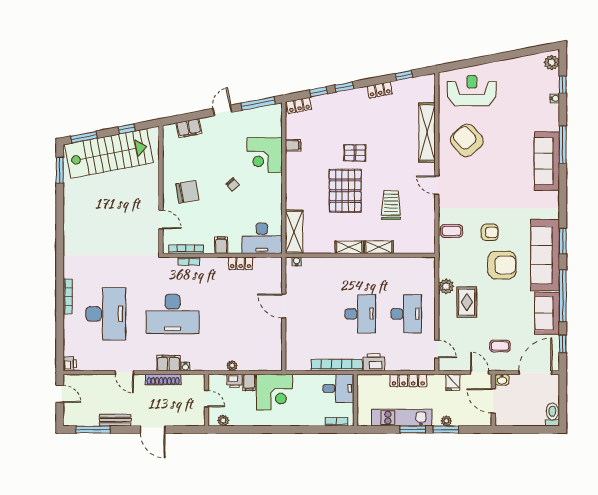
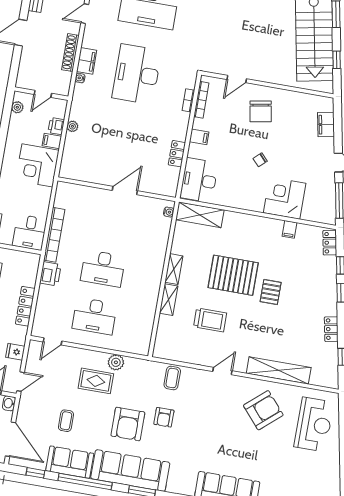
coffee table: (500, 346) -> (66, 421), moved

